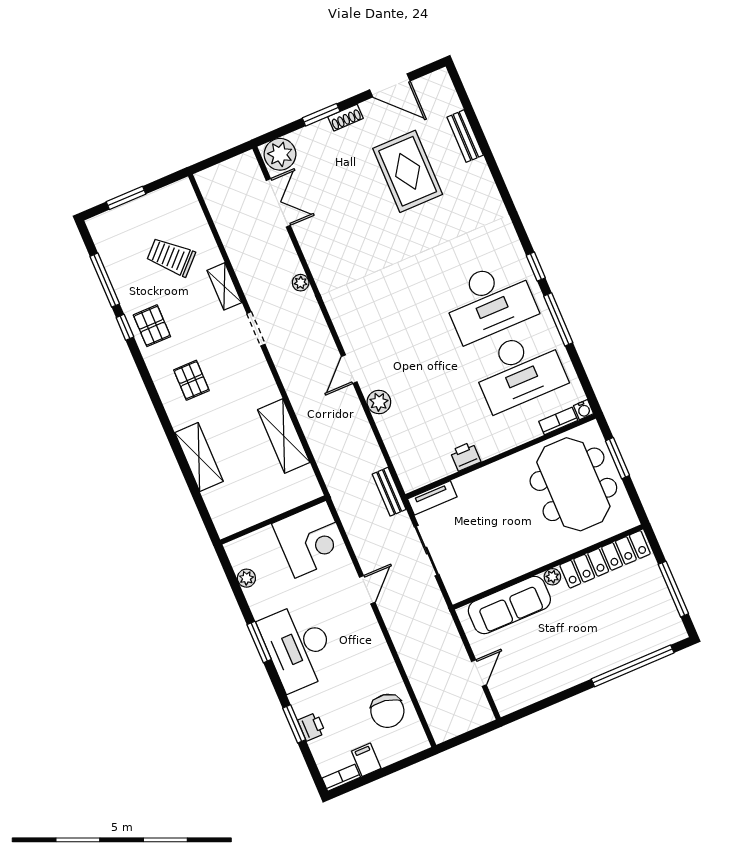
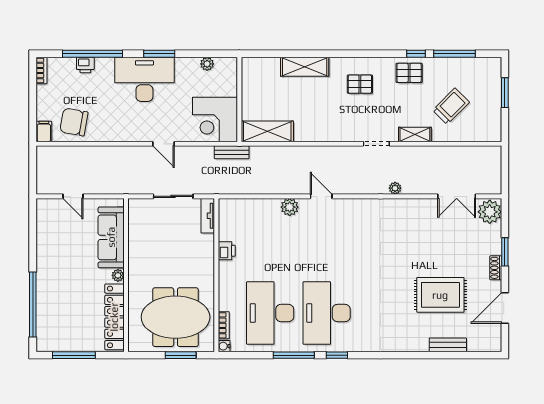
shelving: (284, 436) -> (267, 131), moved
bench: (389, 492) -> (232, 152), moved
window: (294, 724) -> (92, 54), width x2.11
filing cabinet: (366, 760) -> (44, 131), moved, turned -90

